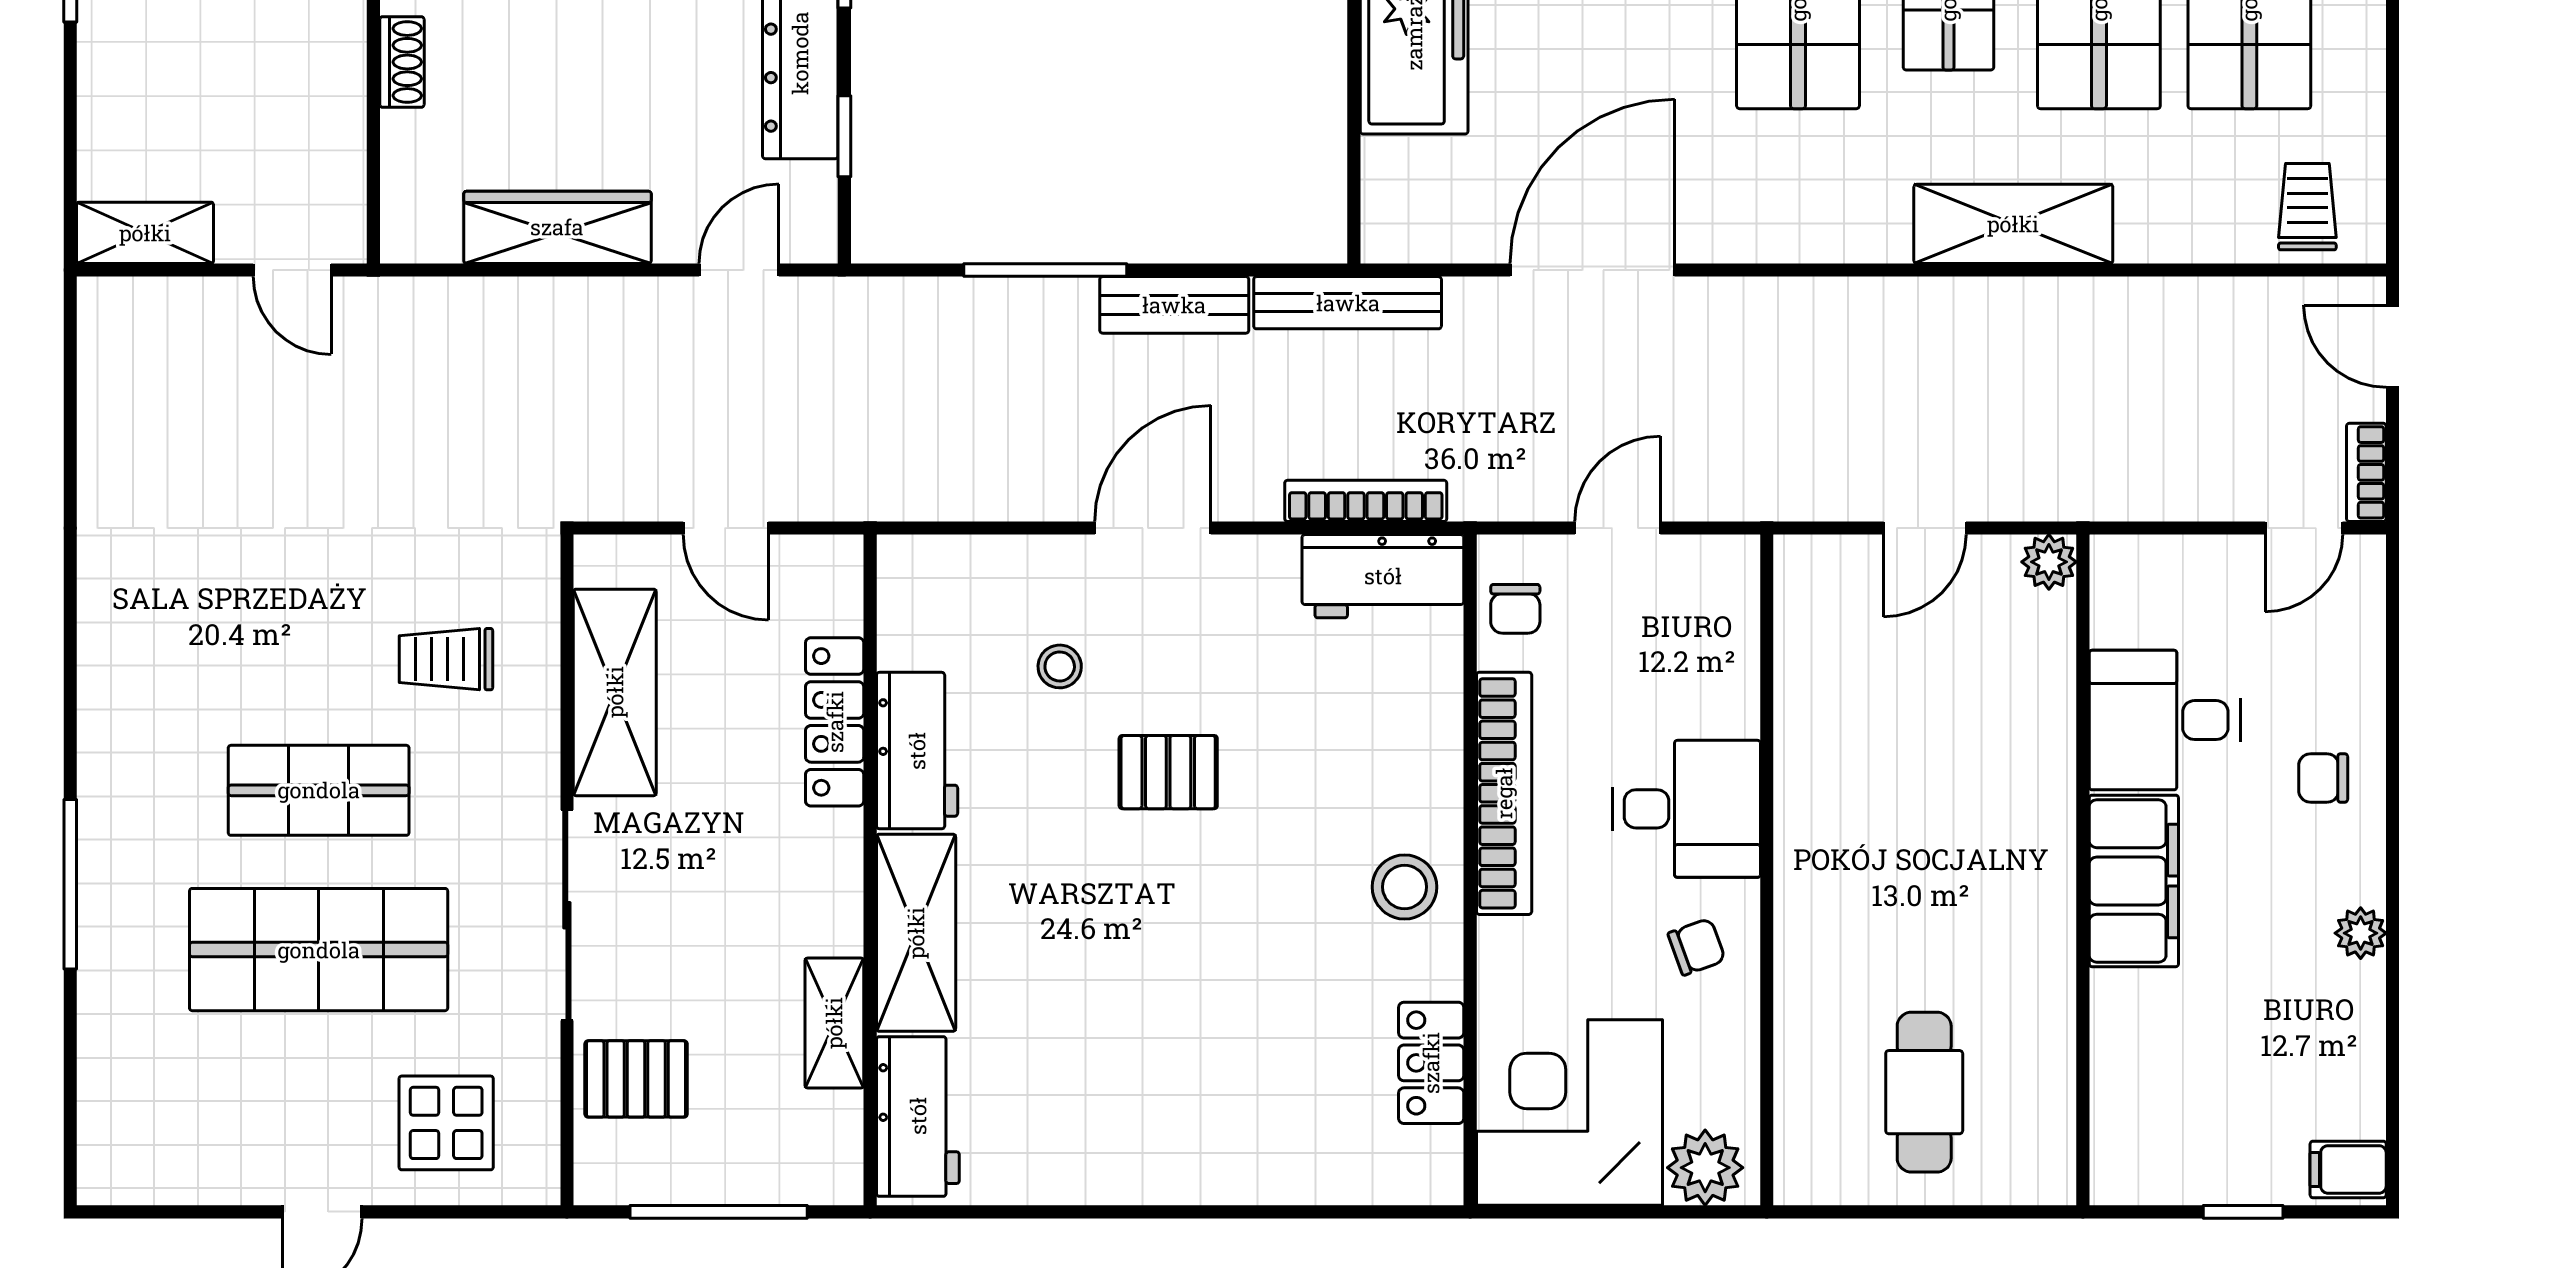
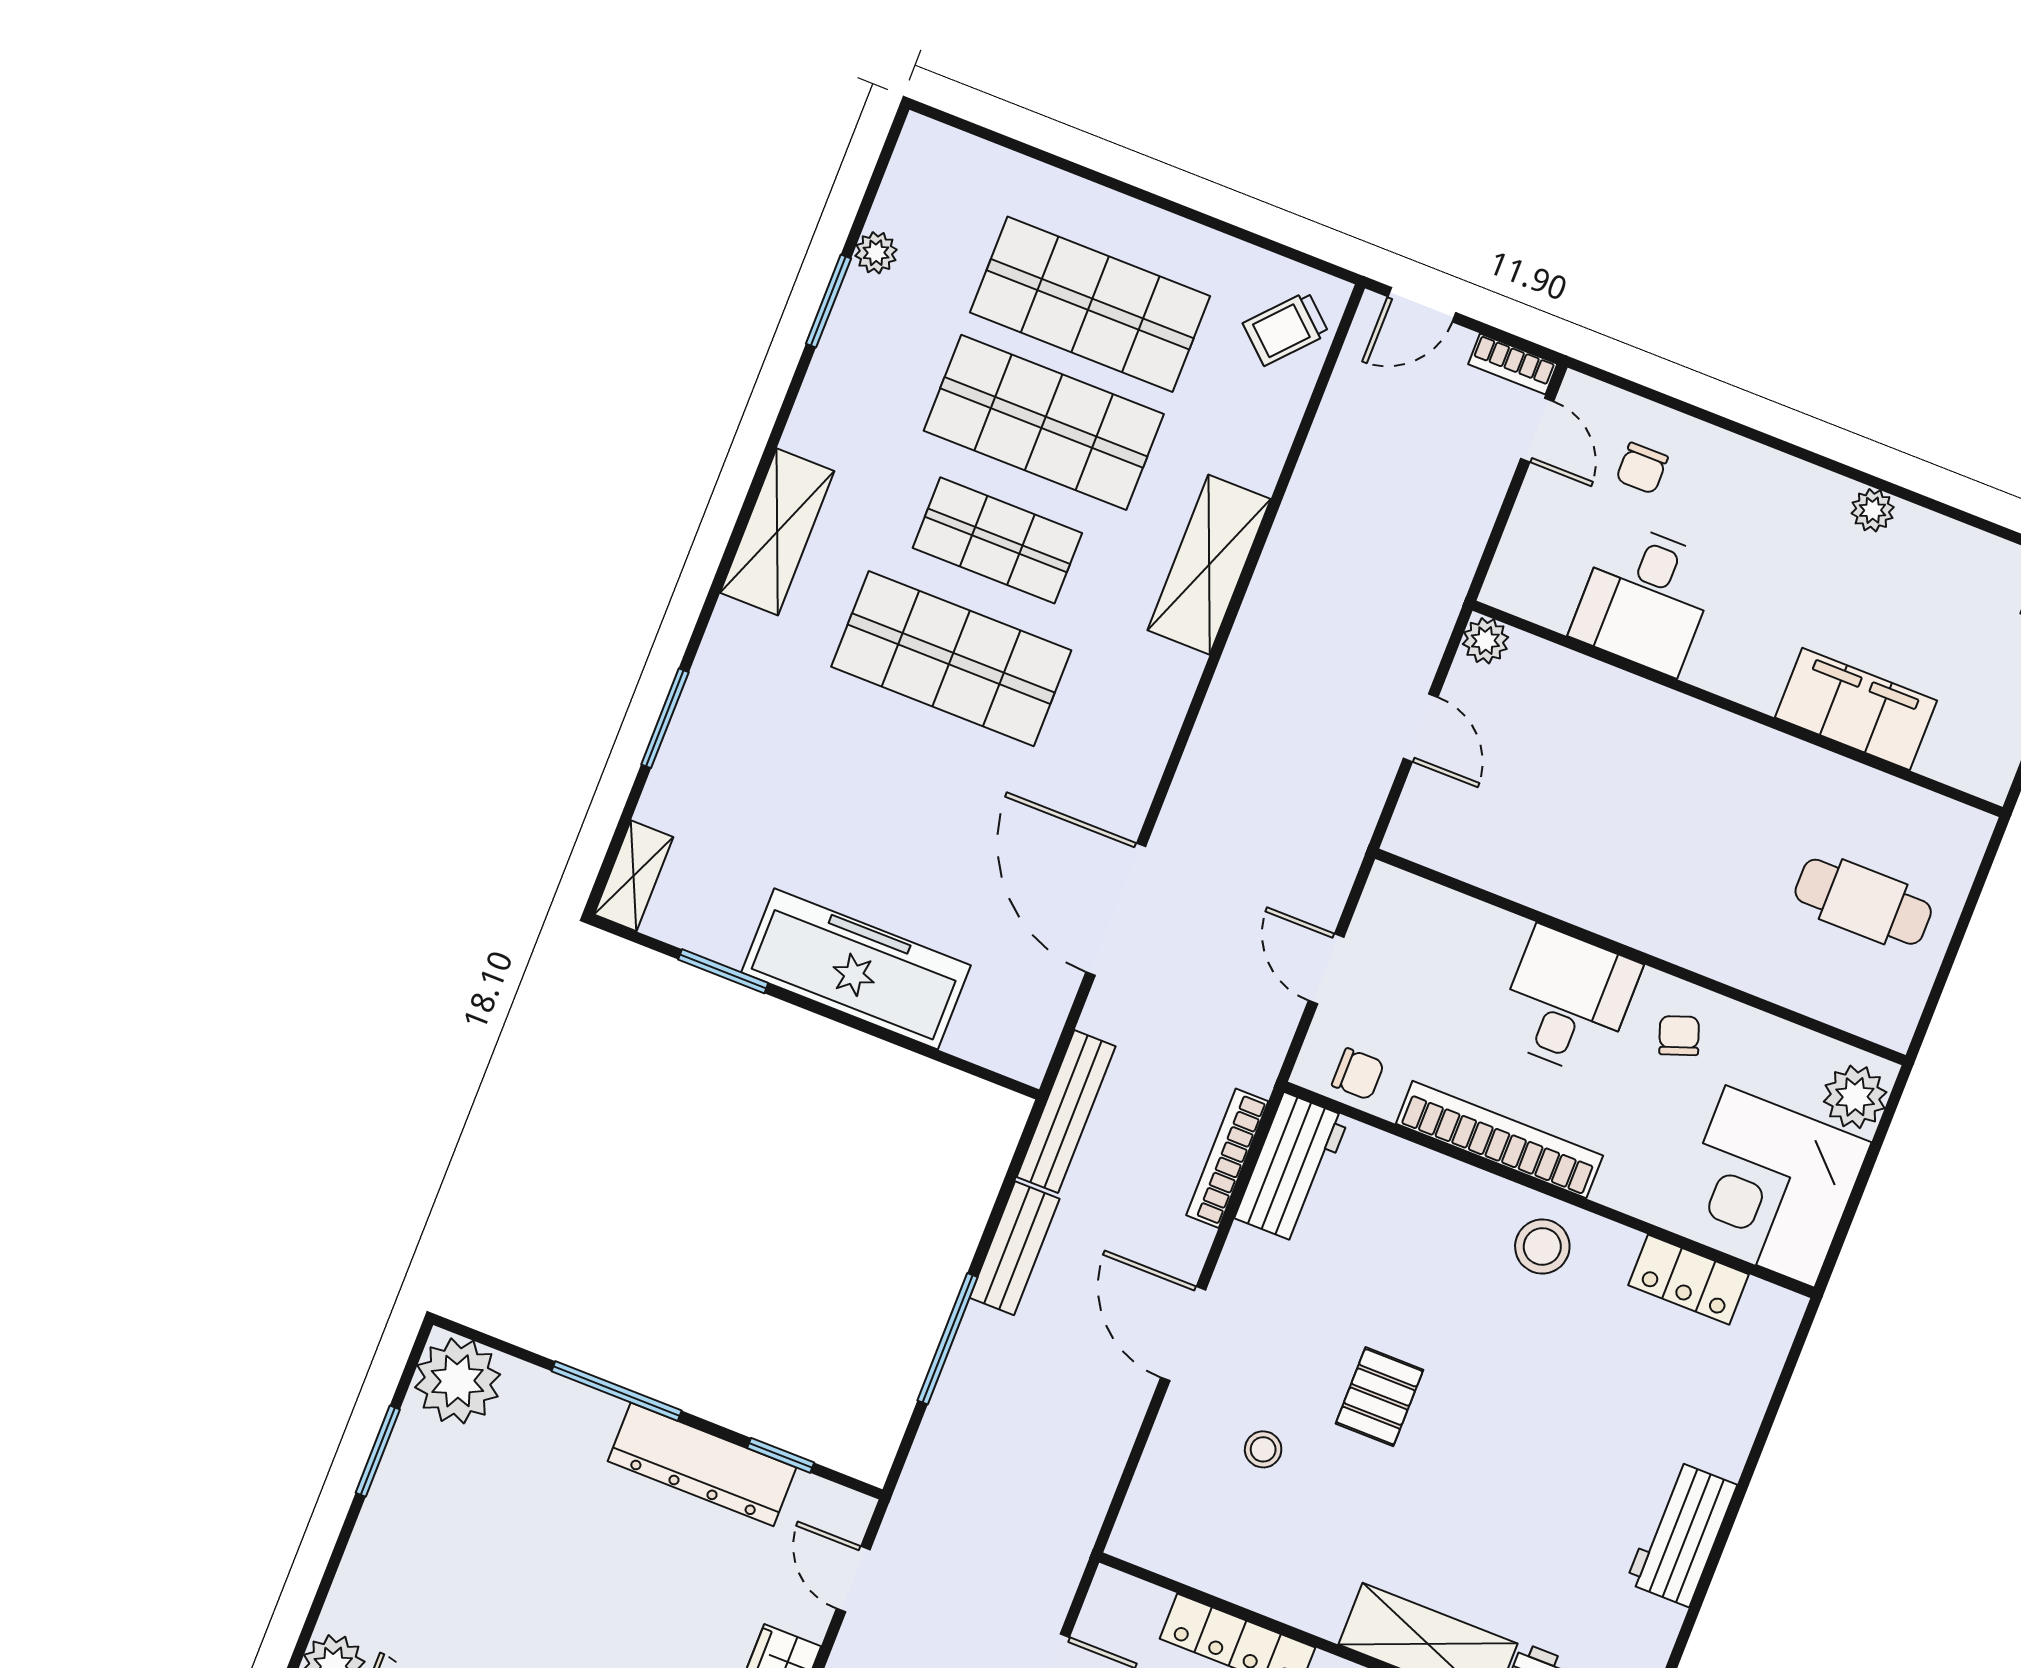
trolley: (2307, 207) -> (1286, 328), turned -48
workbench: (917, 751) -> (1681, 1534), moved, turned -90
chair: (2323, 778) -> (1642, 468), moved
filing cabinet: (2134, 881) -> (1856, 709), moved

